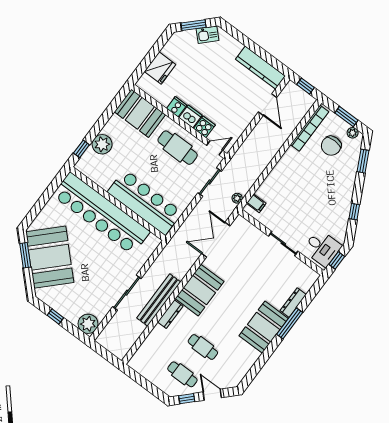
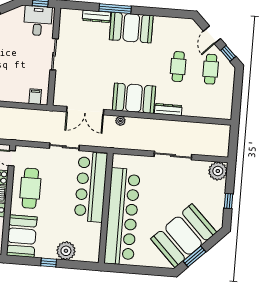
window: (81, 149) -> (49, 263), moved
sliding door: (210, 182) -> (64, 147), moved
plant: (237, 198) -> (120, 121), moved
bench: (159, 300) -> (163, 126), removed

